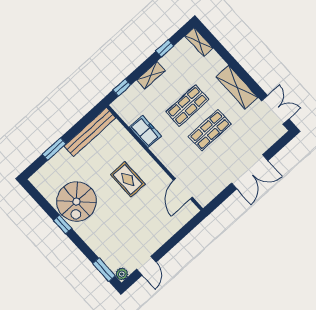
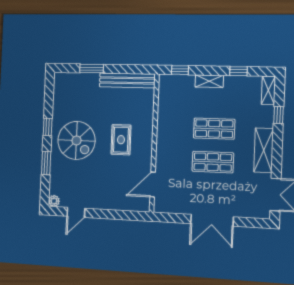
window: (223, 52) -> (279, 115), added
freezer: (145, 132) -> (166, 118), removed
spiral stairs: (76, 202) -> (76, 140), moved, turned -90
window: (104, 270) -> (46, 163), moved

